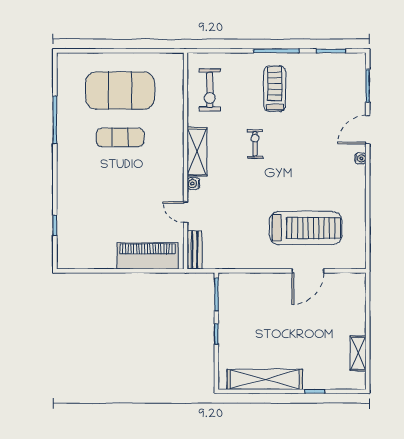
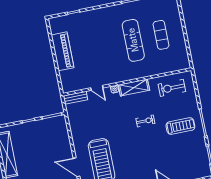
exercise mat: (120, 91) -> (161, 35), width x0.50, depth x0.69
exercise mat: (120, 137) -> (133, 40), width x1.36, depth x1.45
door: (185, 212) -> (97, 88), swing flipped
piano: (148, 256) -> (63, 51), moved

